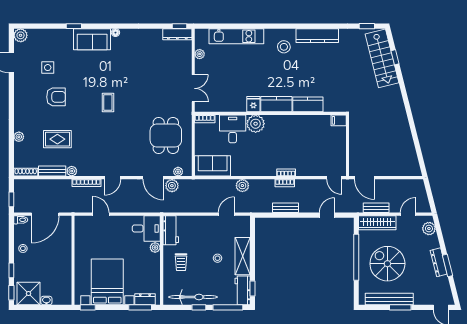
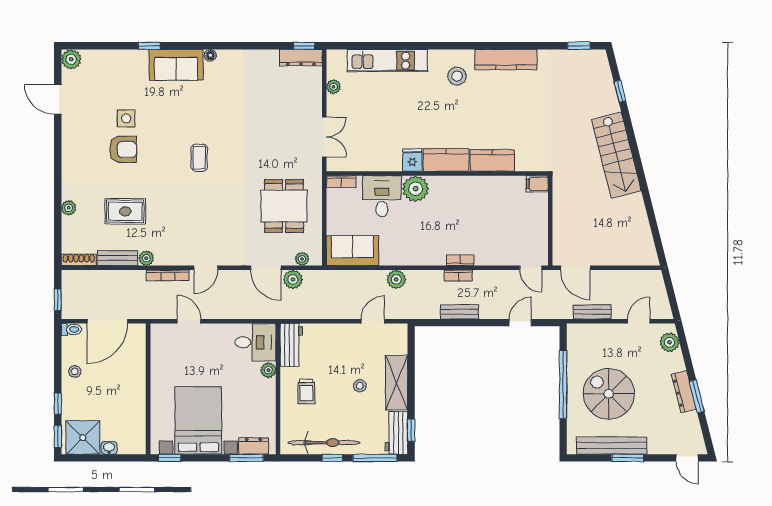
stairs: (382, 58) -> (616, 155), moved
side table: (48, 68) -> (126, 118), moved
wardrobe: (377, 223) -> (594, 334), removed

